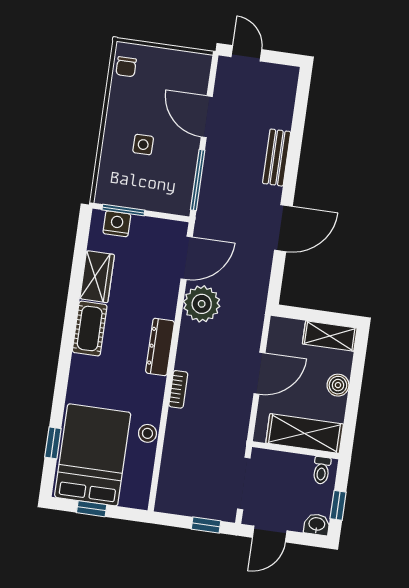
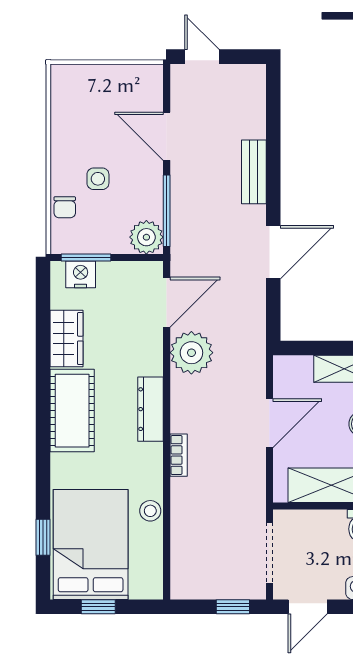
chair: (126, 67) -> (65, 207), moved
plant: (177, 200) -> (146, 237), added
cot: (90, 328) -> (72, 411), width x1.37, depth x1.34

